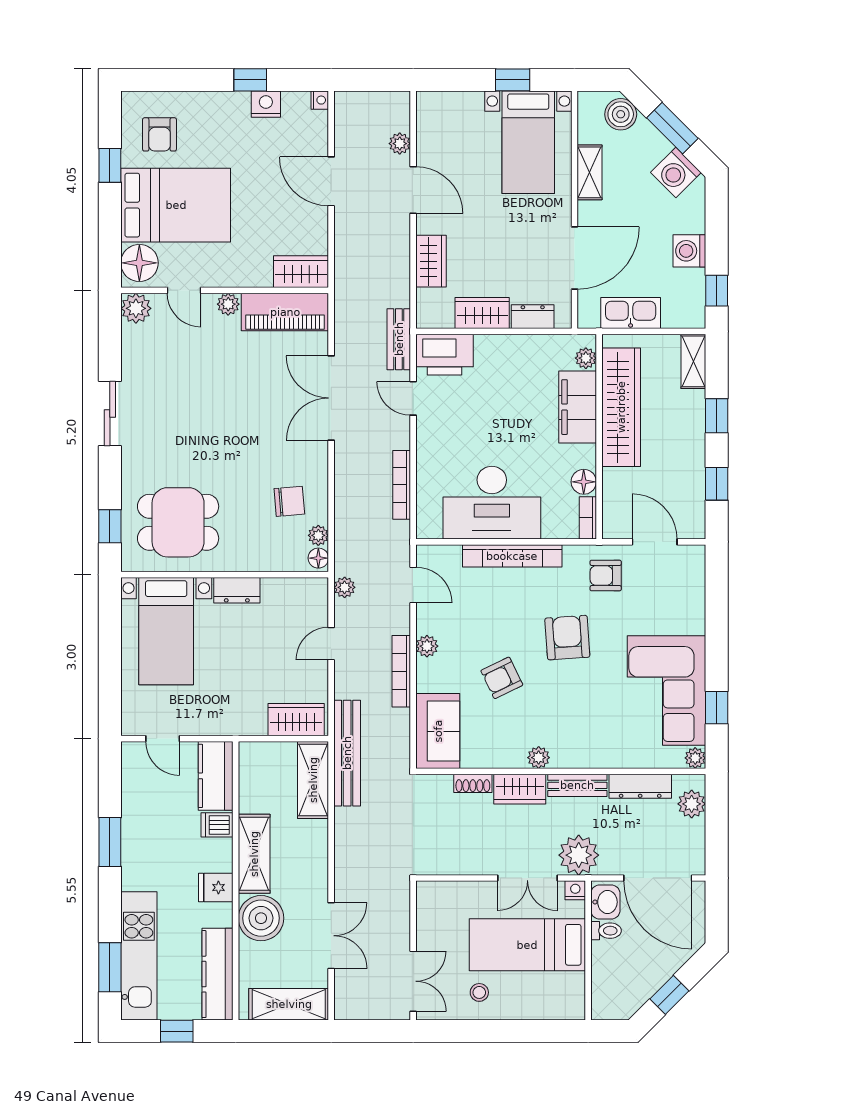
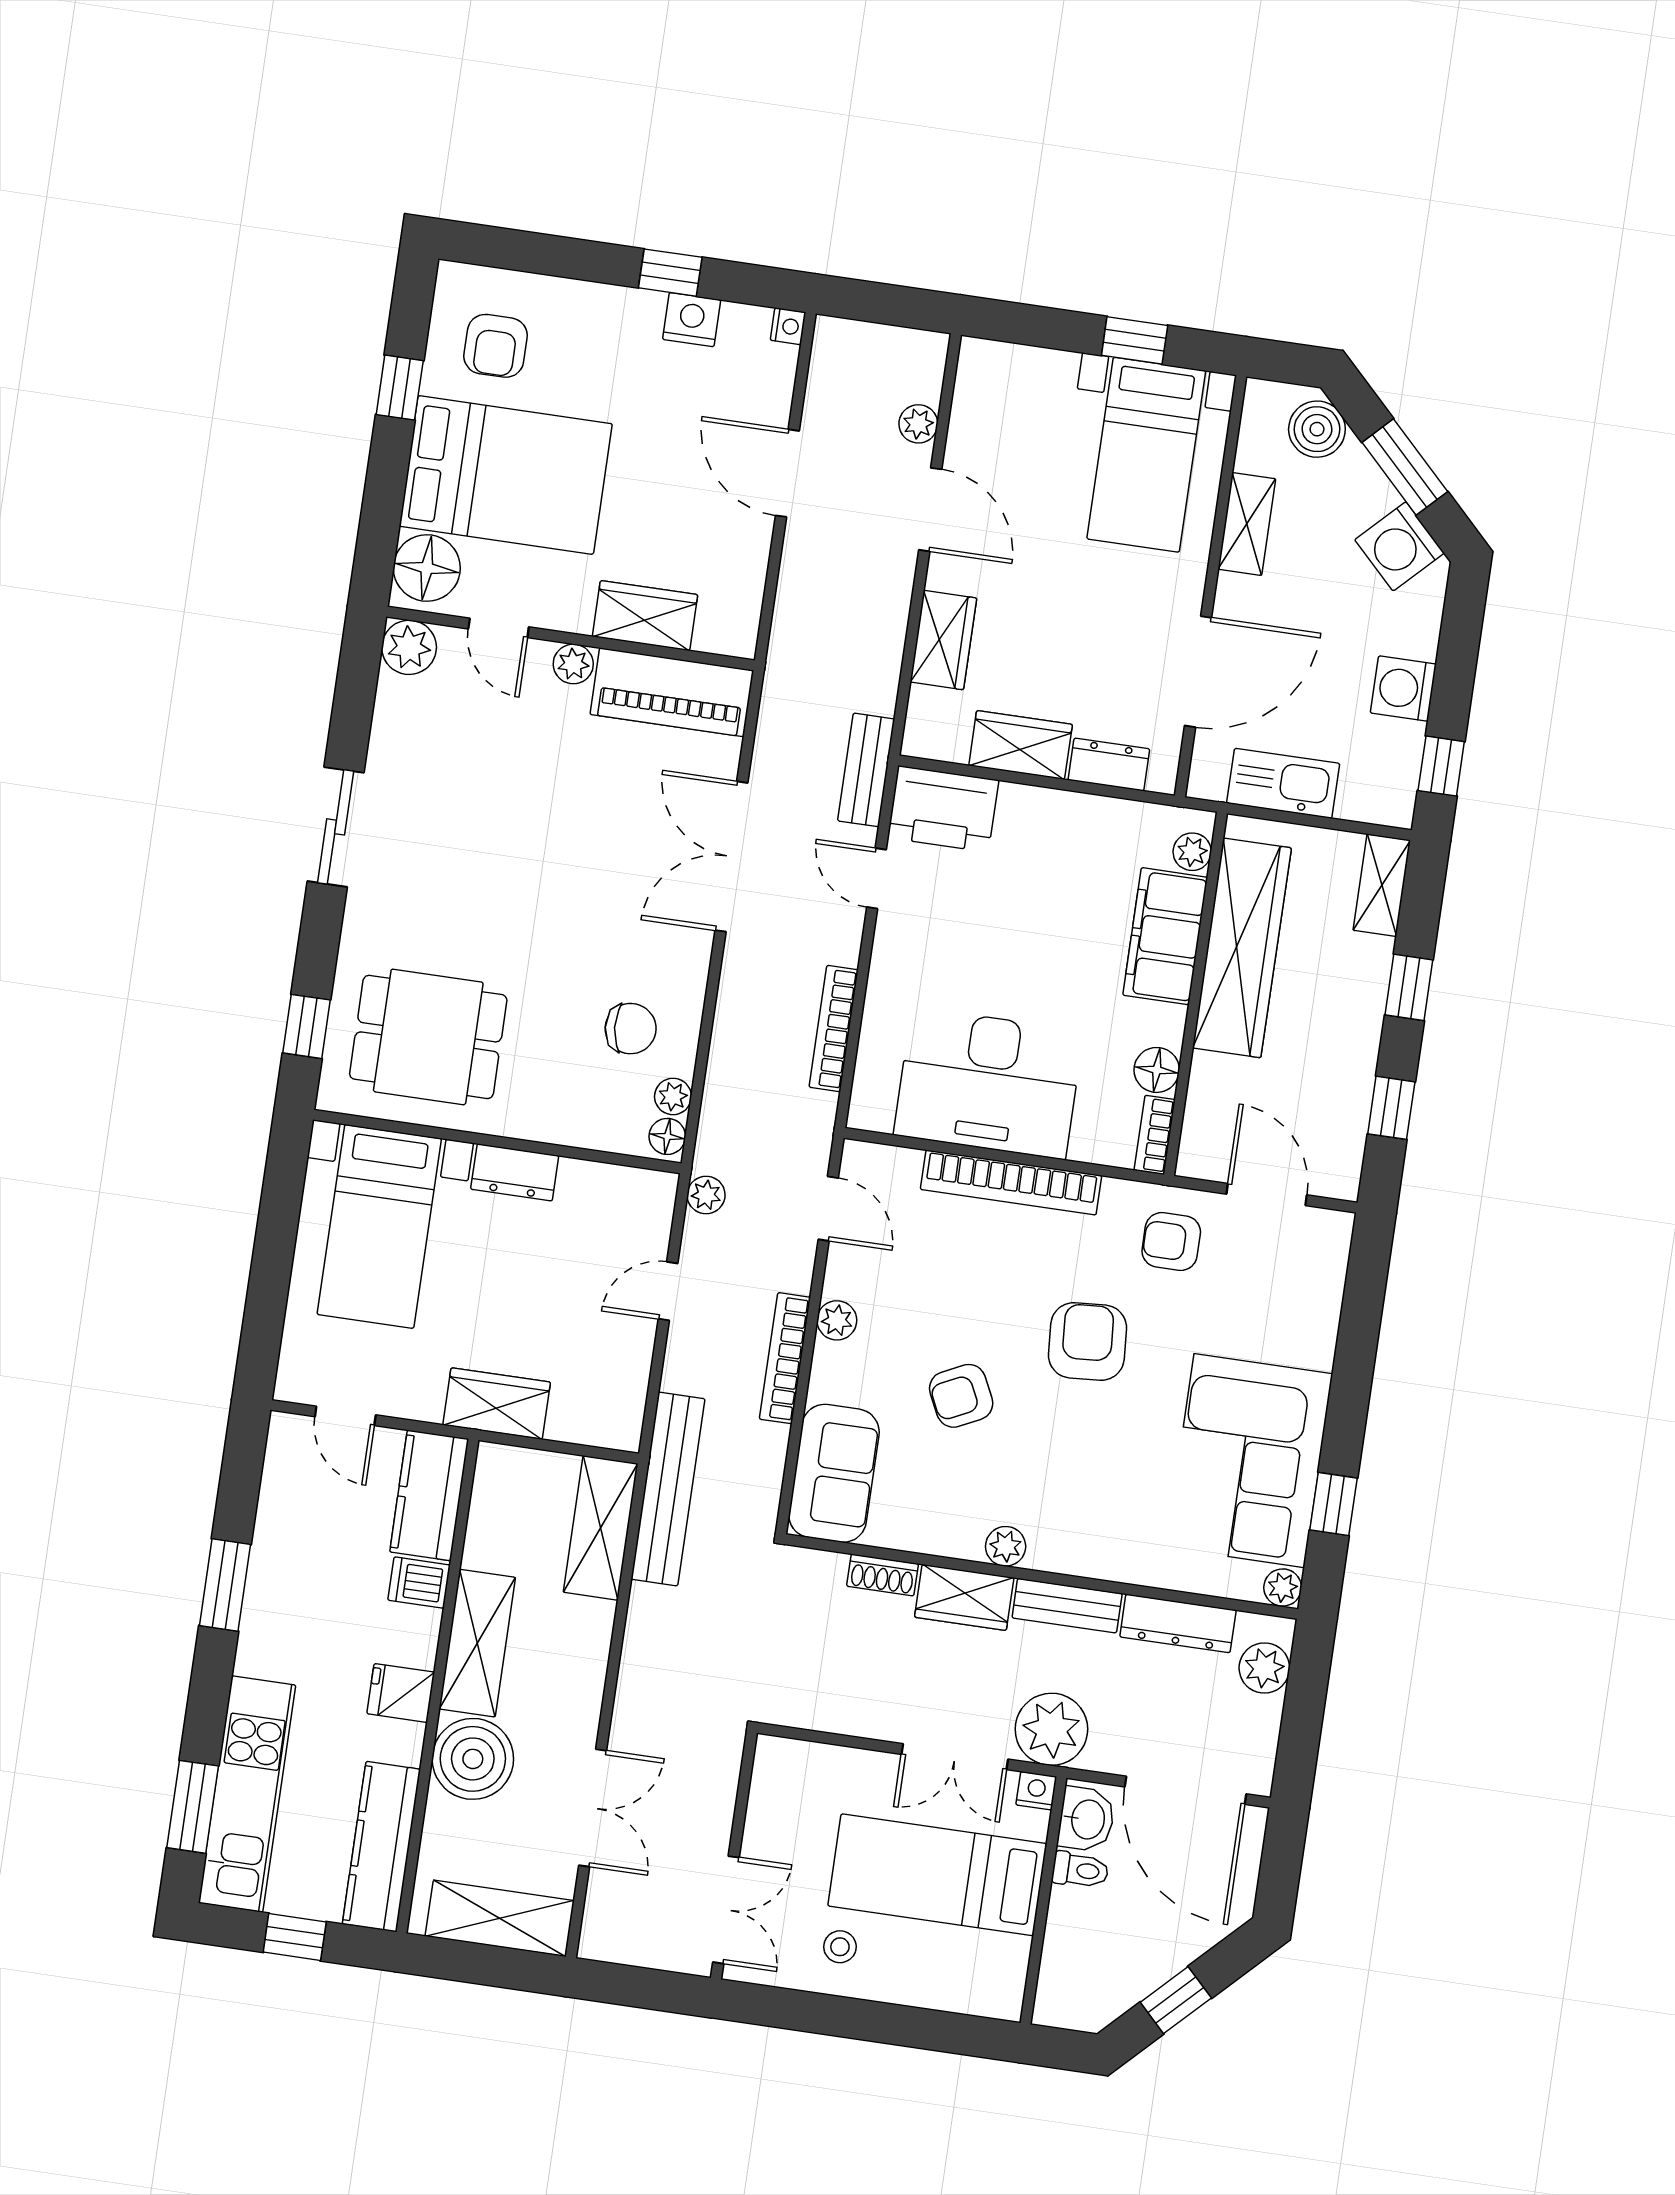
wardrobe: (301, 272) -> (645, 616), moved
wardrobe: (296, 720) -> (497, 1404), moved

